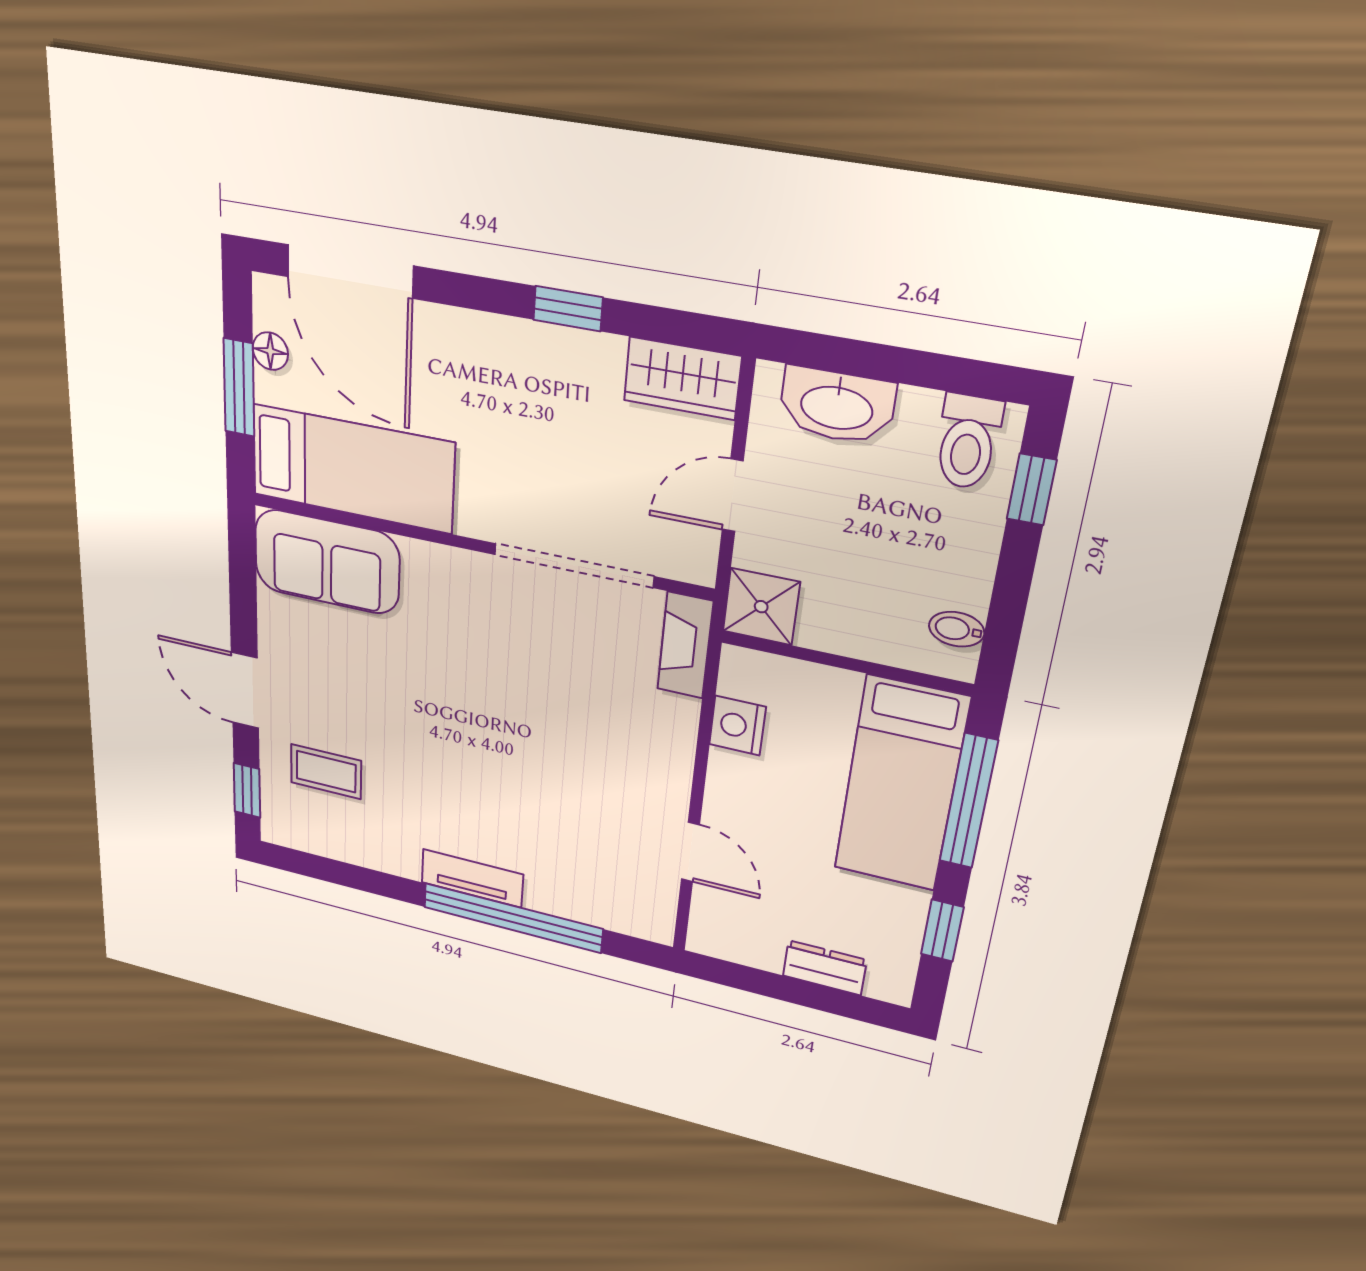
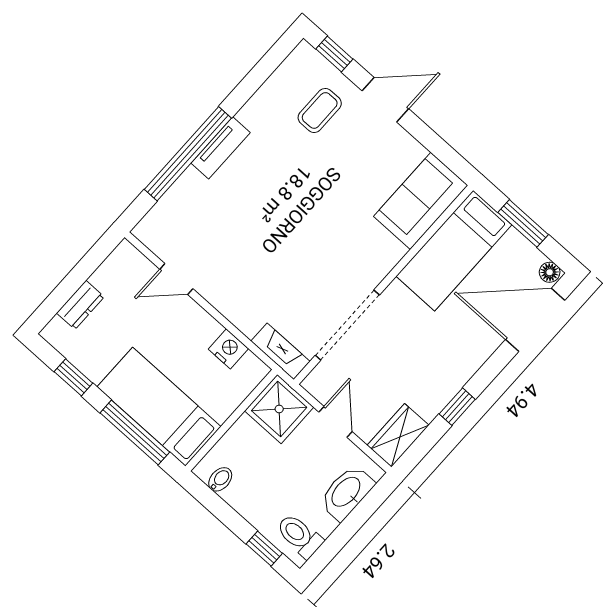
floor lamp: (270, 351) -> (550, 272), moved
shower: (761, 607) -> (279, 409), width x1.36, depth x1.36

